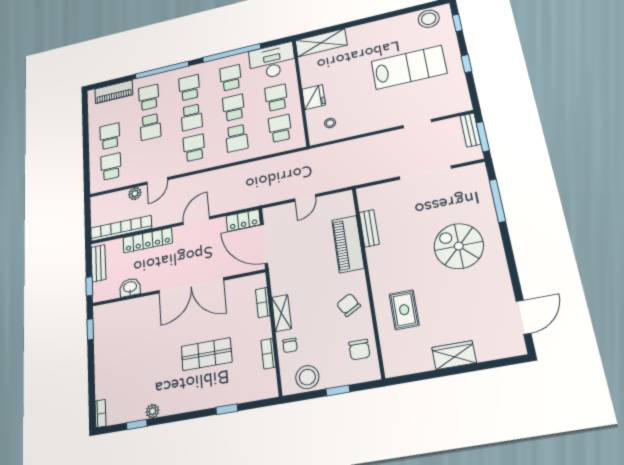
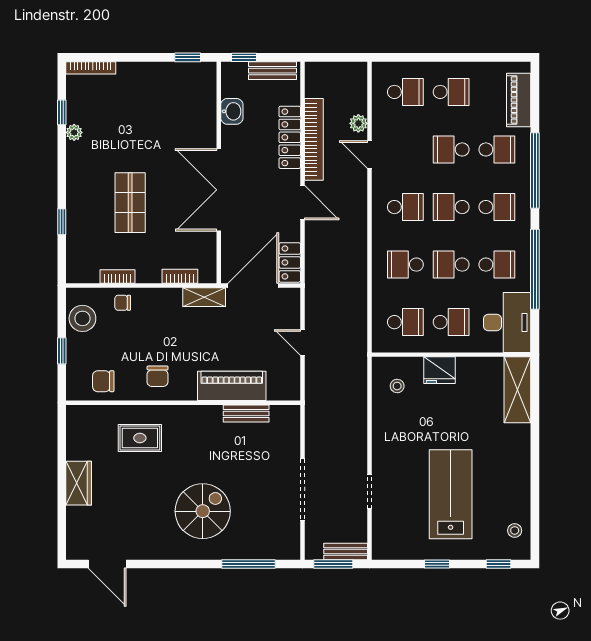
stool: (429, 19) -> (515, 530), width x0.53, depth x0.53
lab bench: (409, 67) -> (451, 494), turned 180
school desk: (234, 108) -> (451, 265), turned 180
bookcase: (121, 228) -> (314, 139), moved
chair: (349, 305) -> (158, 376), turned 119
shelving: (281, 313) -> (204, 297), moved
bookcase: (101, 414) -> (91, 68), width x1.56

